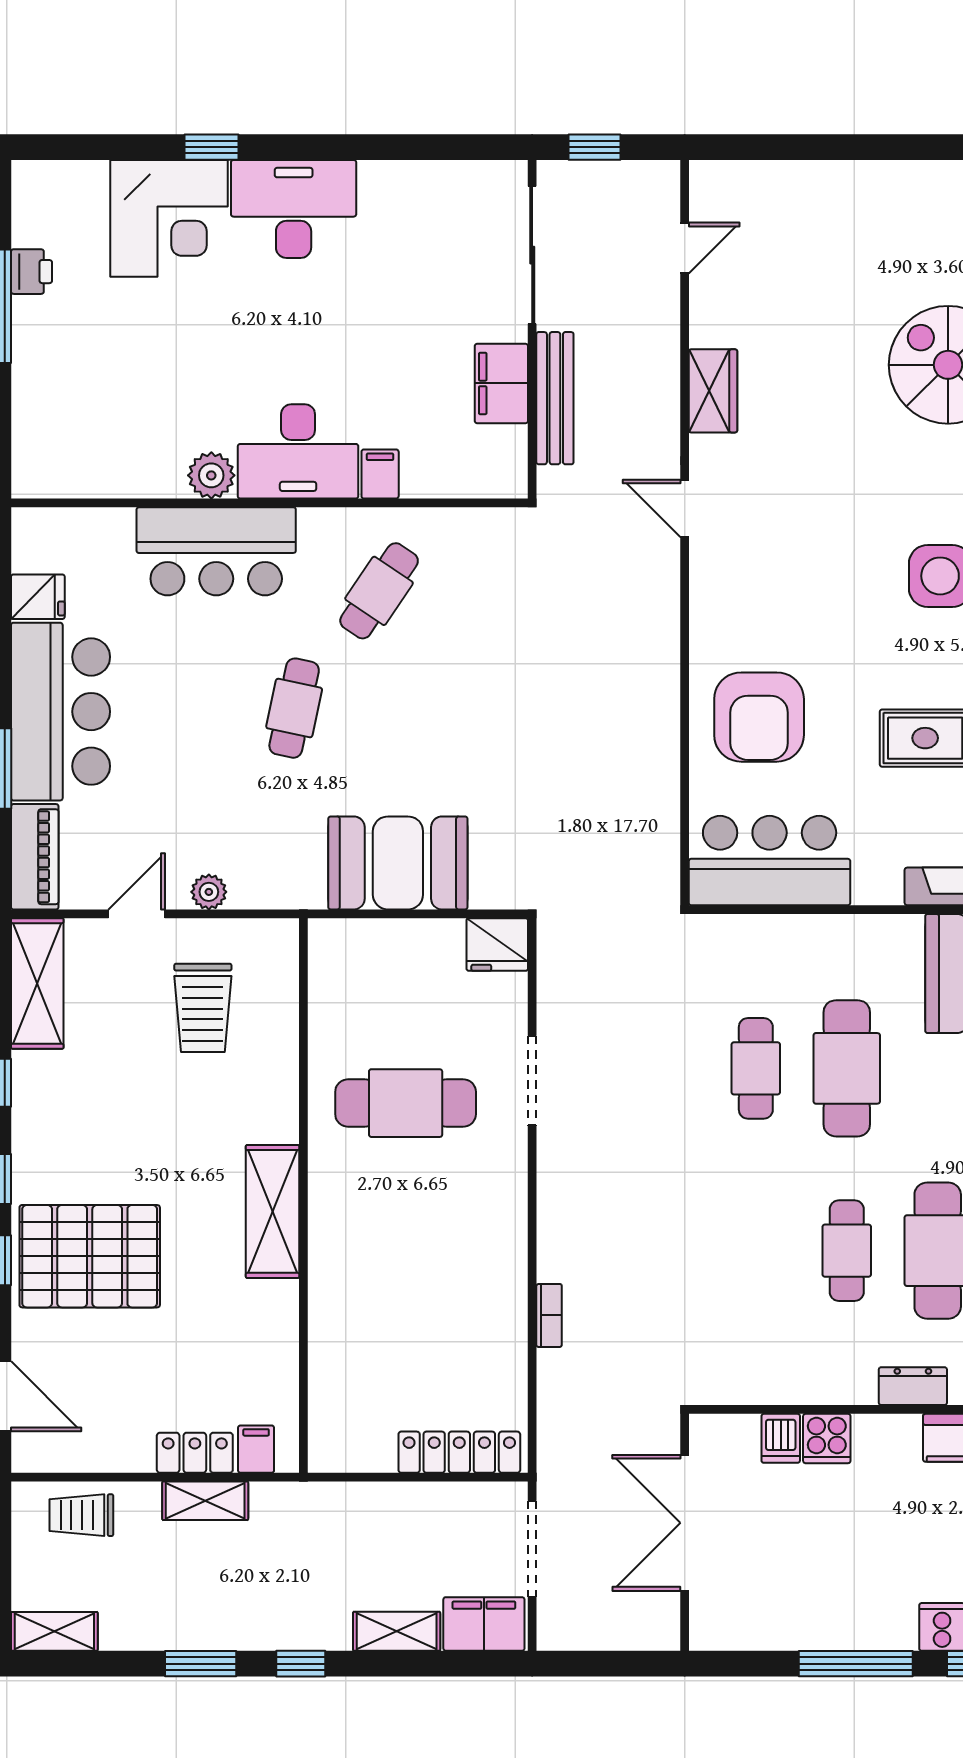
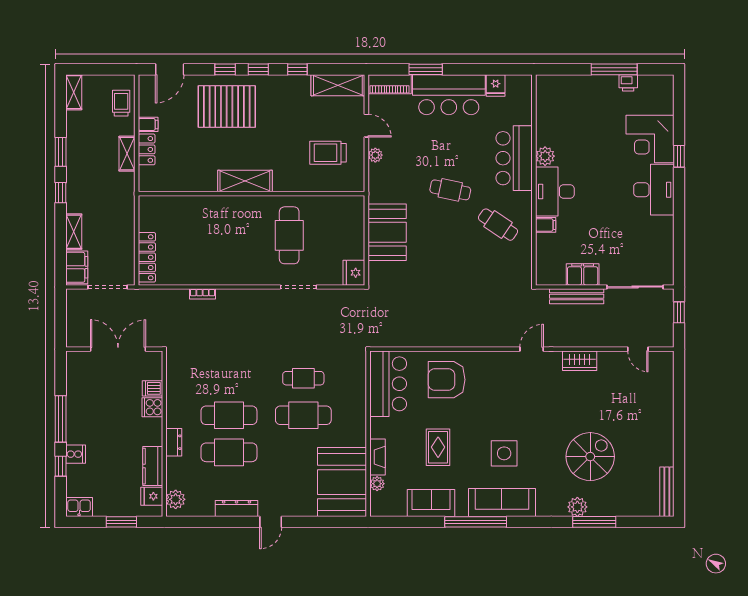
cafe table: (847, 1251) -> (229, 415), width x1.37, depth x1.35
pallet: (90, 1256) -> (227, 107), turned 90
filing cabinet: (256, 1449) -> (148, 124), moved

